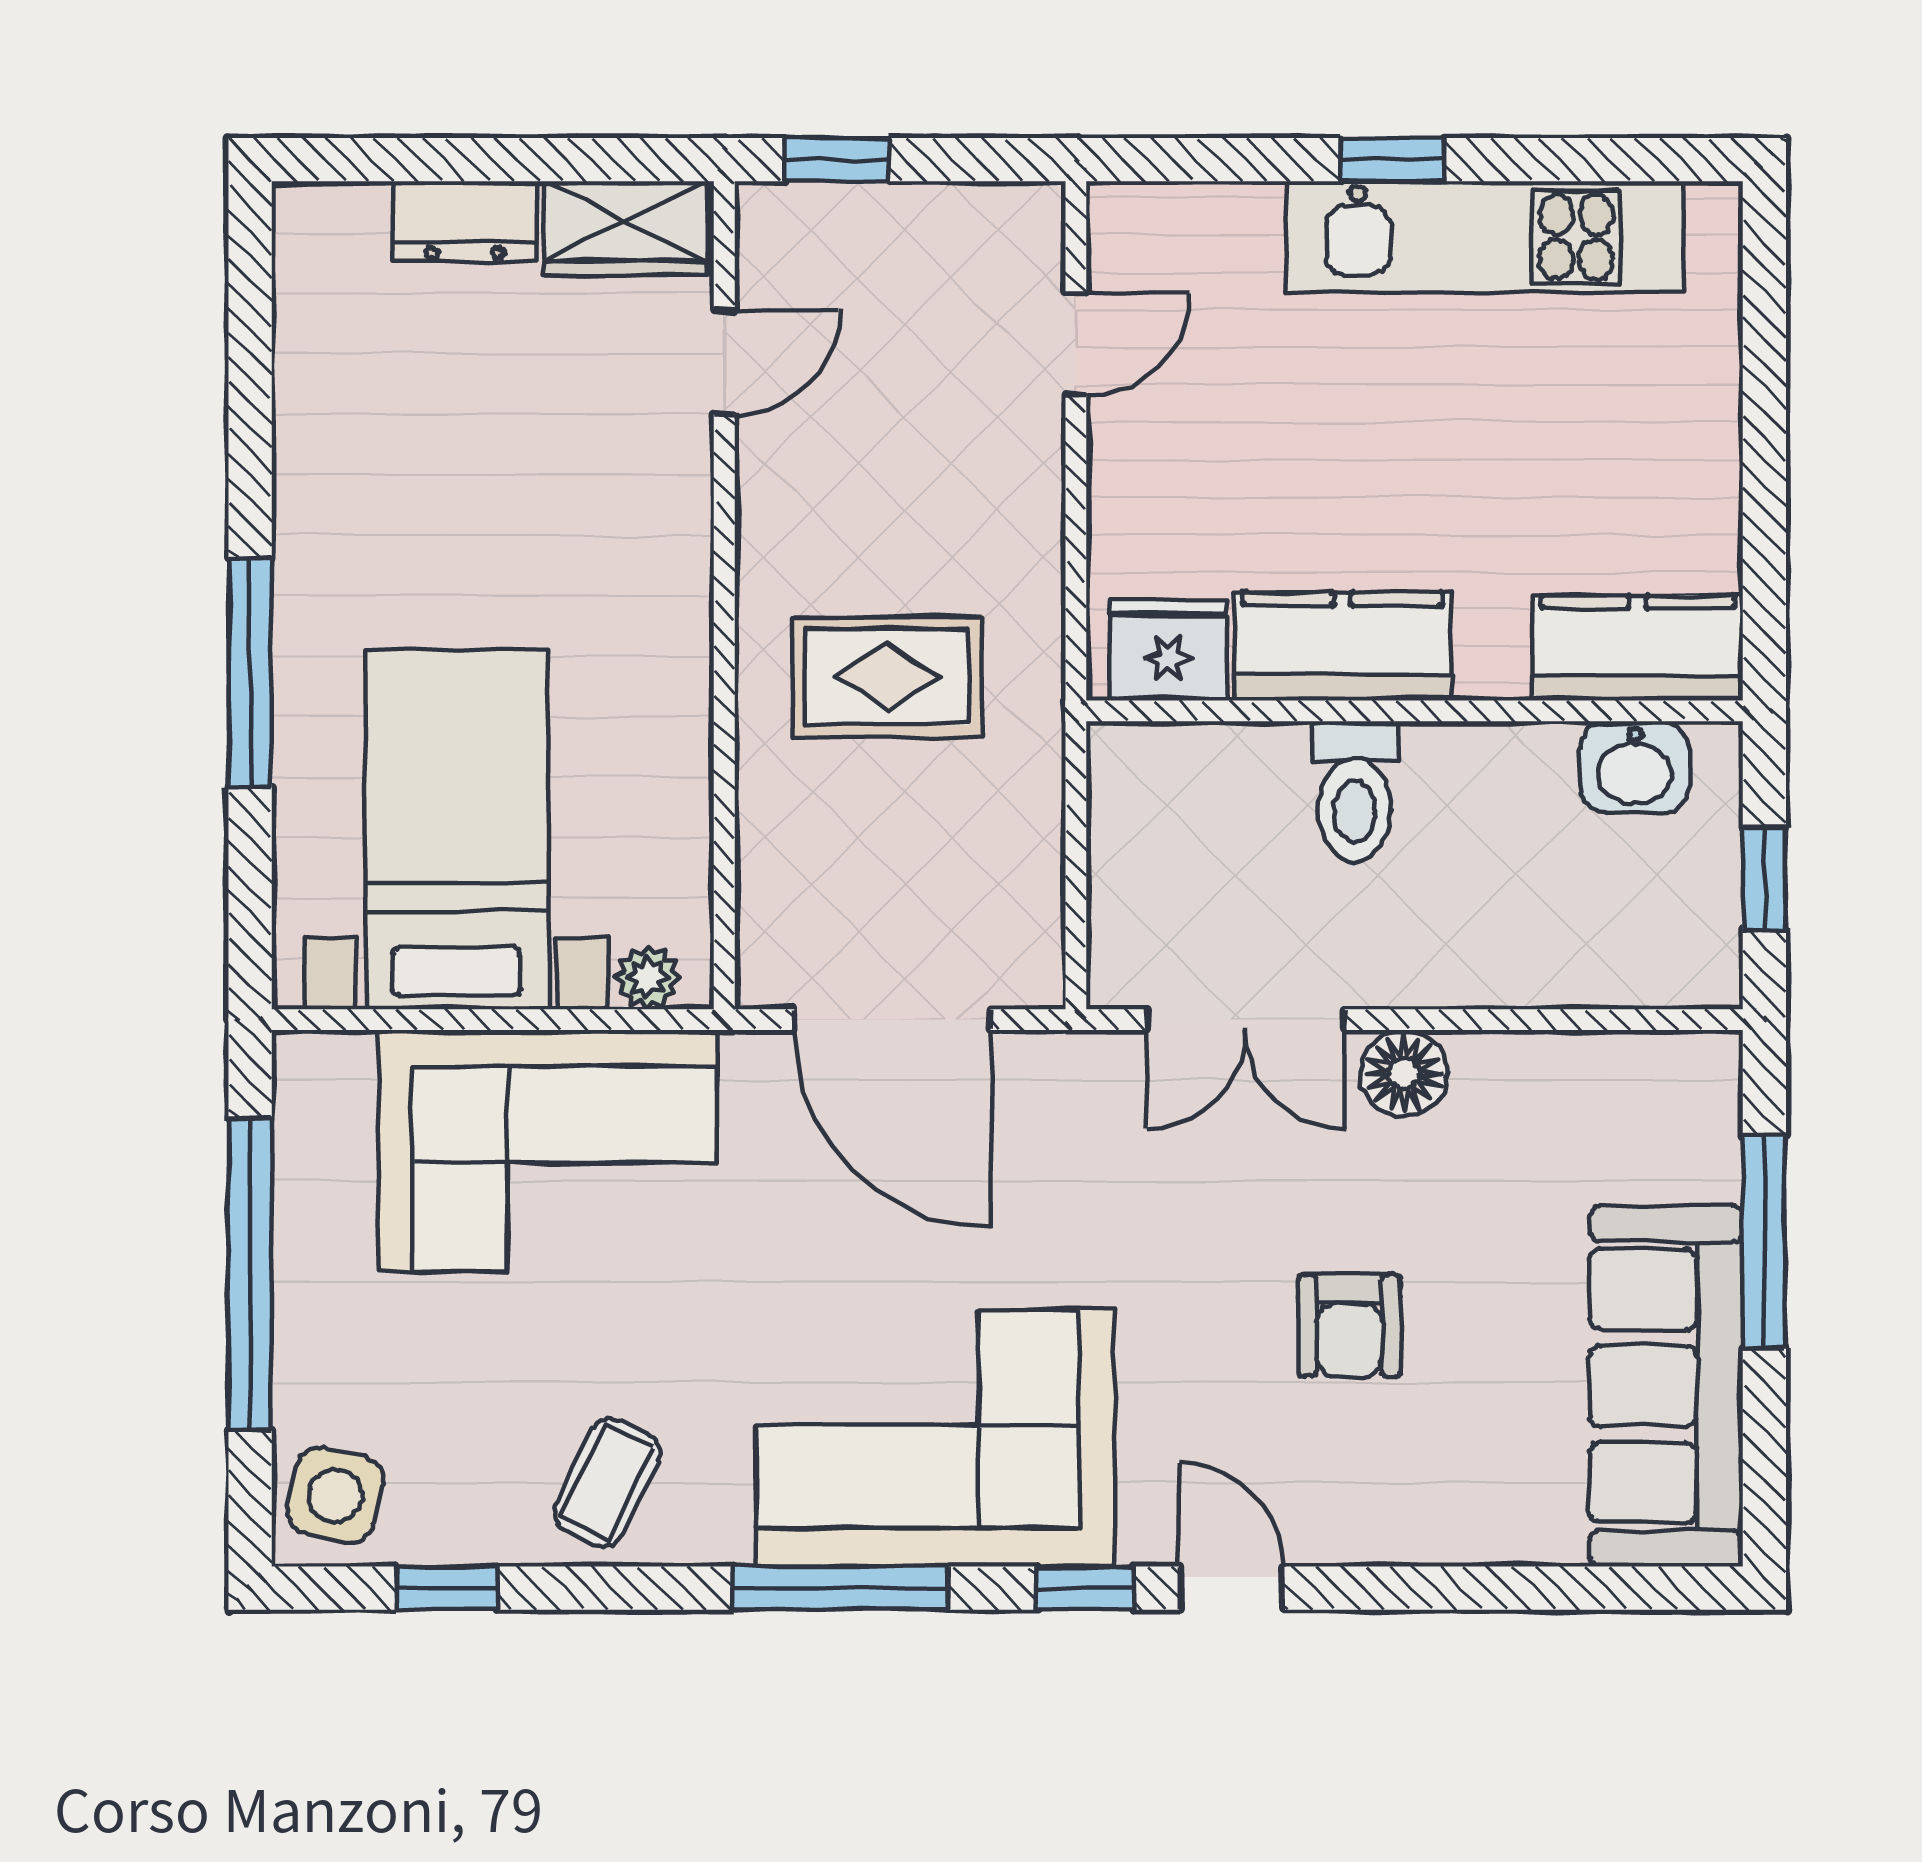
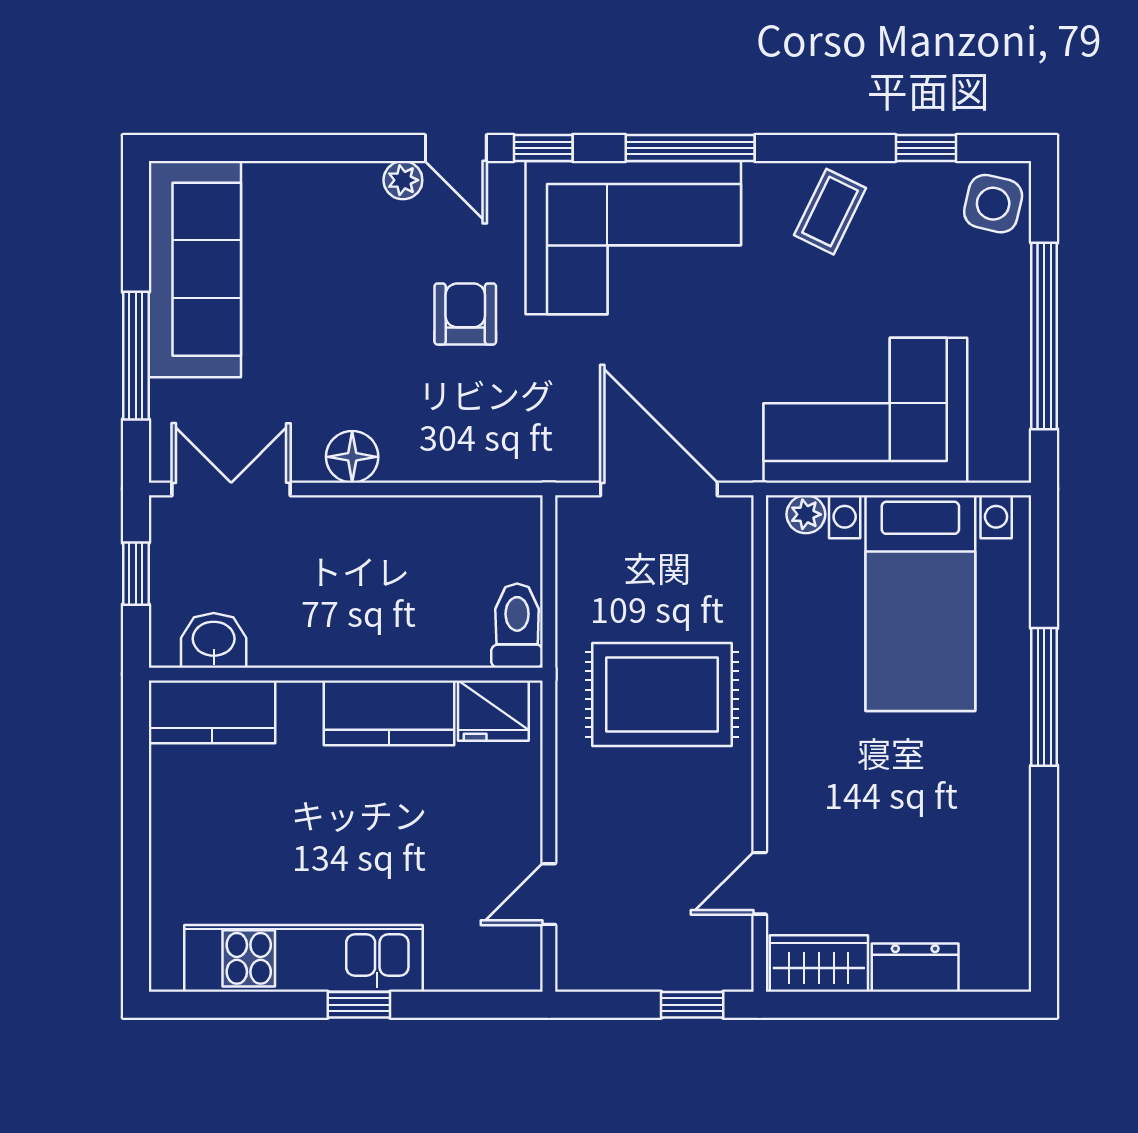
rug: (887, 677) -> (662, 694), width x1.36, depth x1.43
toilet: (1355, 792) -> (517, 626), moved
double door: (1246, 1020) -> (231, 489), moved
armchair: (1349, 1326) -> (465, 314), moved
plant: (1319, 1535) -> (403, 180), added

